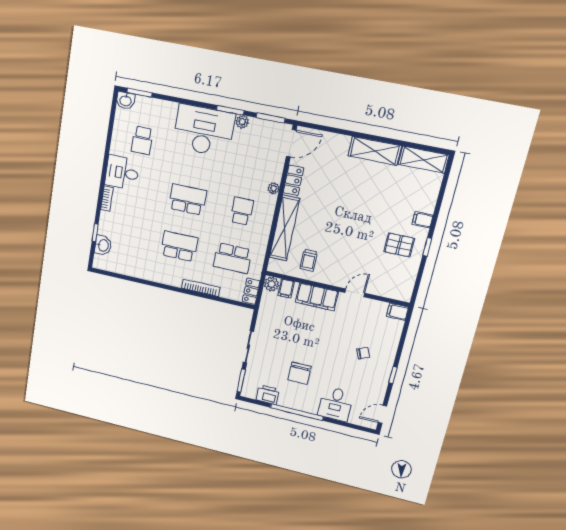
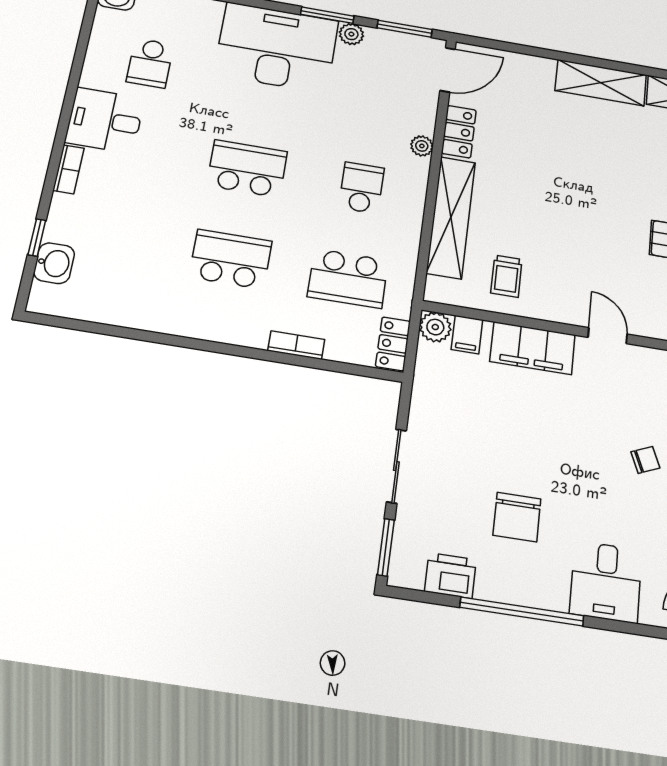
bookcase: (201, 288) -> (296, 345), width x0.64
door: (355, 293) -> (608, 336), hinge flipped

